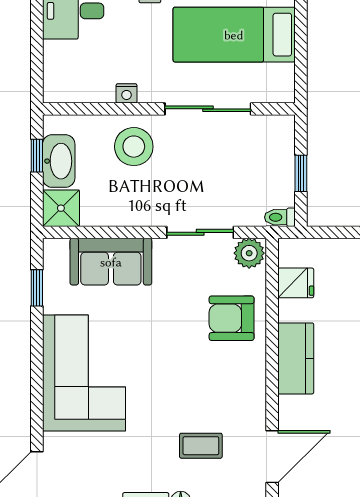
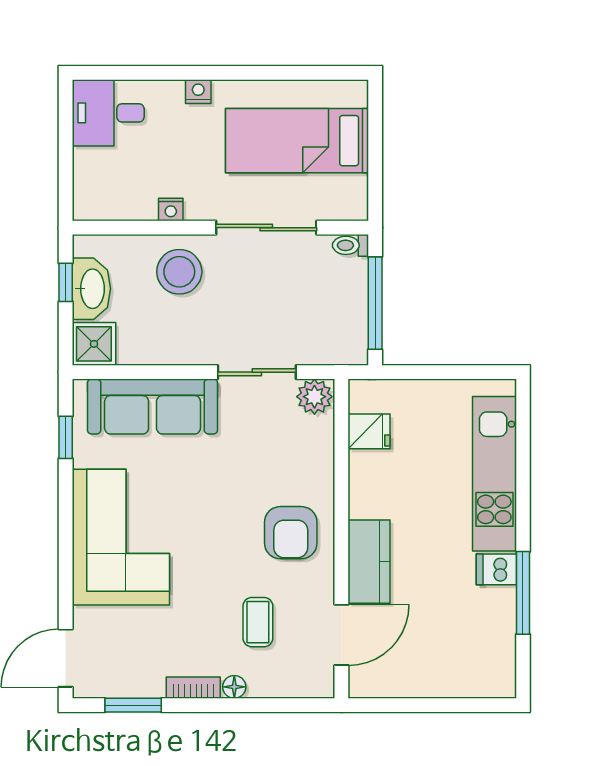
window: (301, 173) -> (375, 303), width x2.17
toilet: (280, 217) -> (350, 245), moved
sofa: (111, 262) -> (153, 406), width x1.36
armchair: (232, 318) -> (291, 533), moved, turned -90
kitchen counter: (296, 358) -> (369, 562), moved
coffee table: (201, 446) -> (258, 622), turned 90

